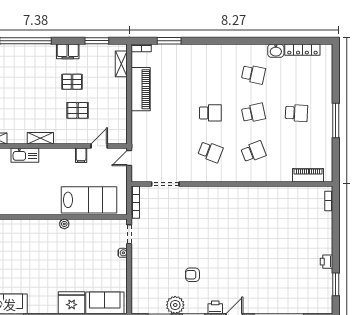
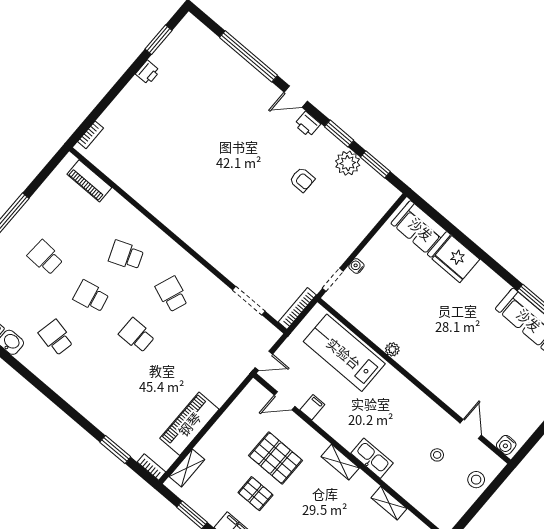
pallet: (78, 110) -> (275, 458), width x1.50, depth x1.42

